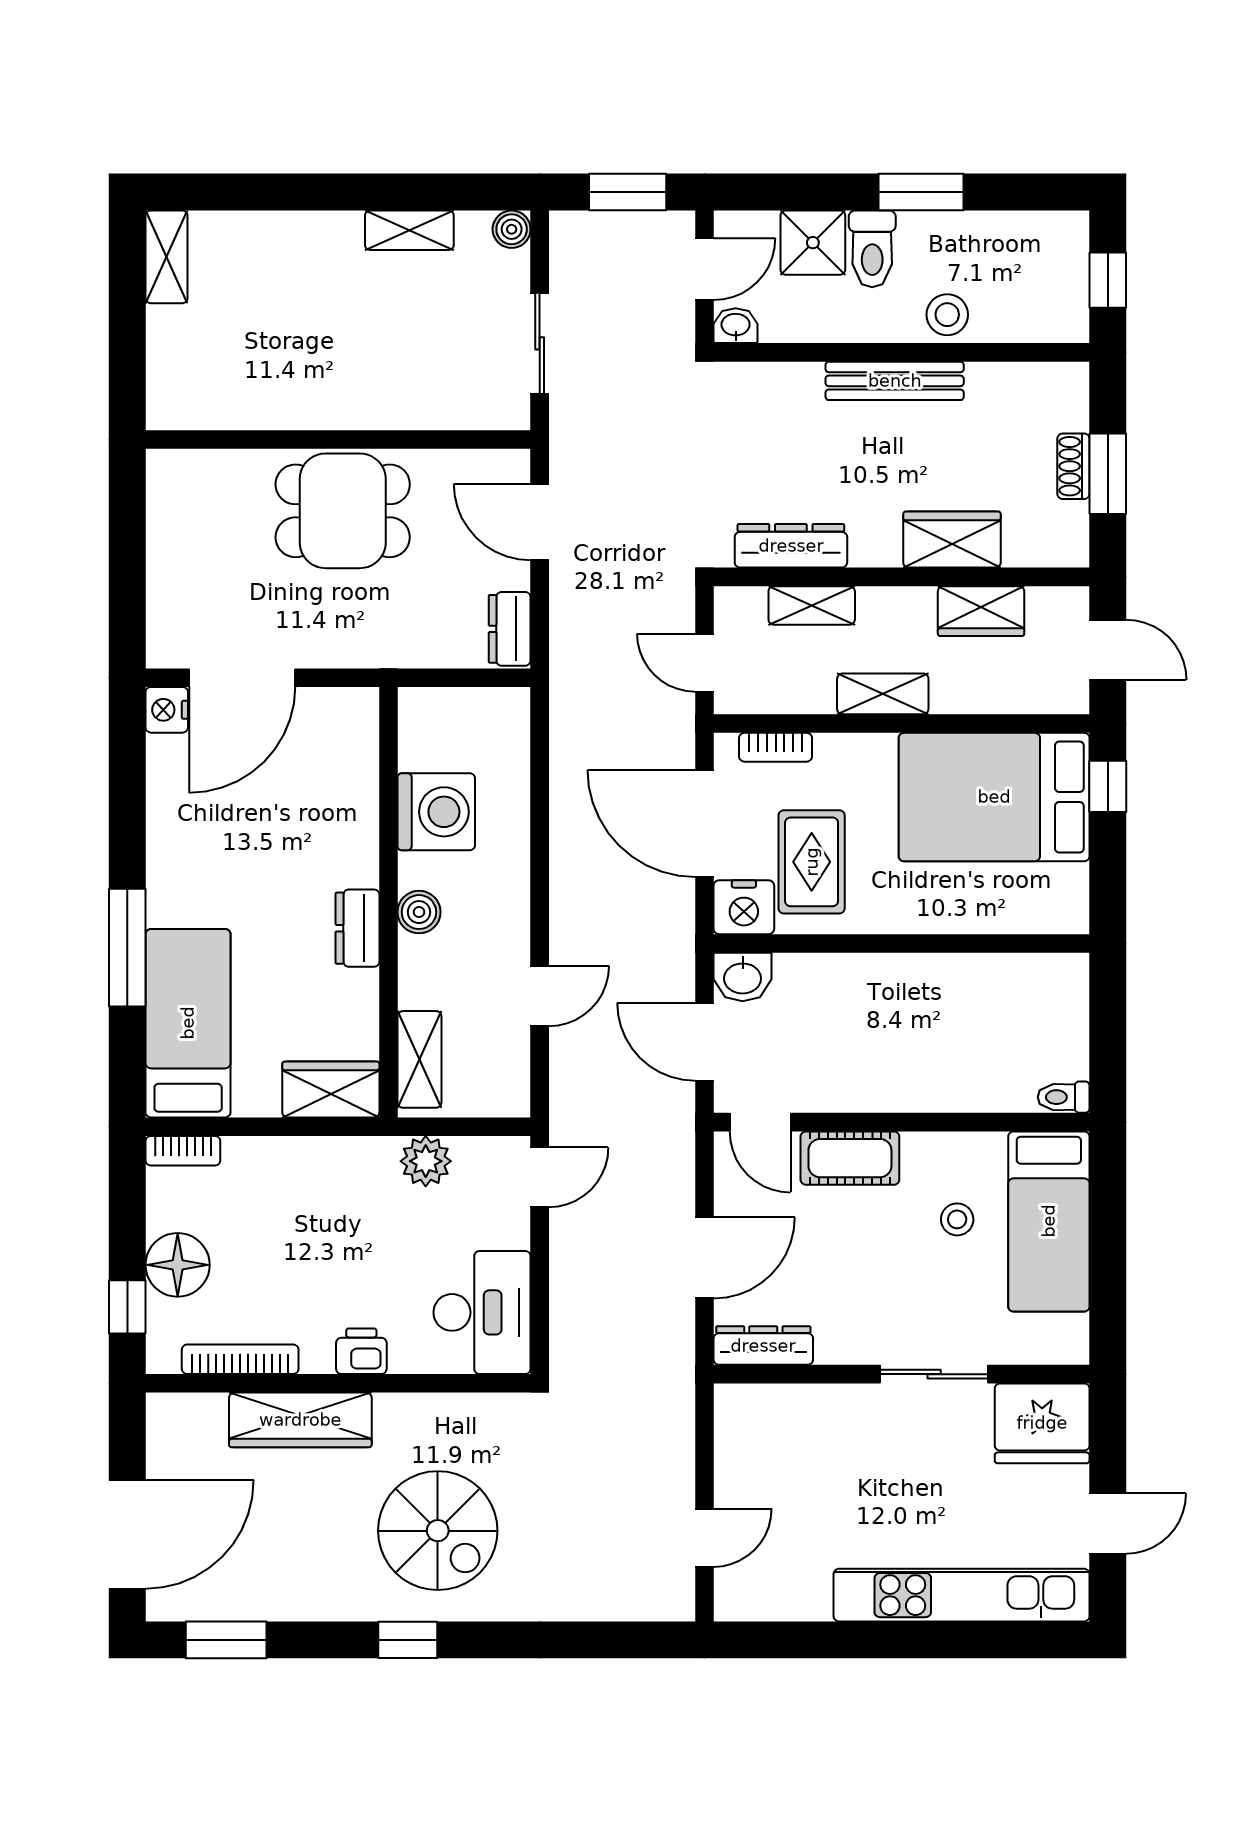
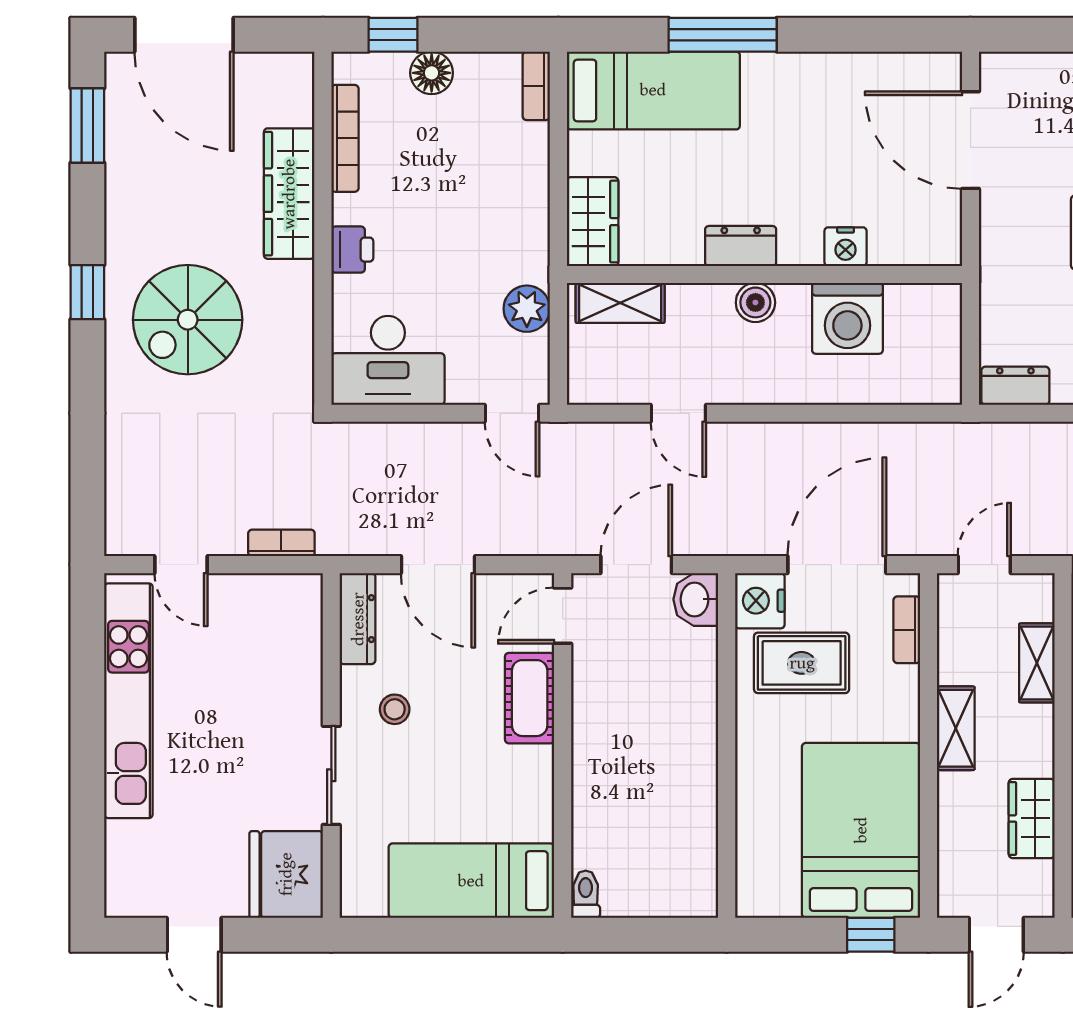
nightstand: (167, 710) -> (846, 247), moved, turned 180
stool: (957, 1219) -> (395, 709), moved
floor lamp: (178, 1265) -> (432, 73), width x0.73, depth x0.73
bookcase: (681, 1428) -> (281, 543), added
kitchen unit: (962, 1595) -> (128, 701), moved

